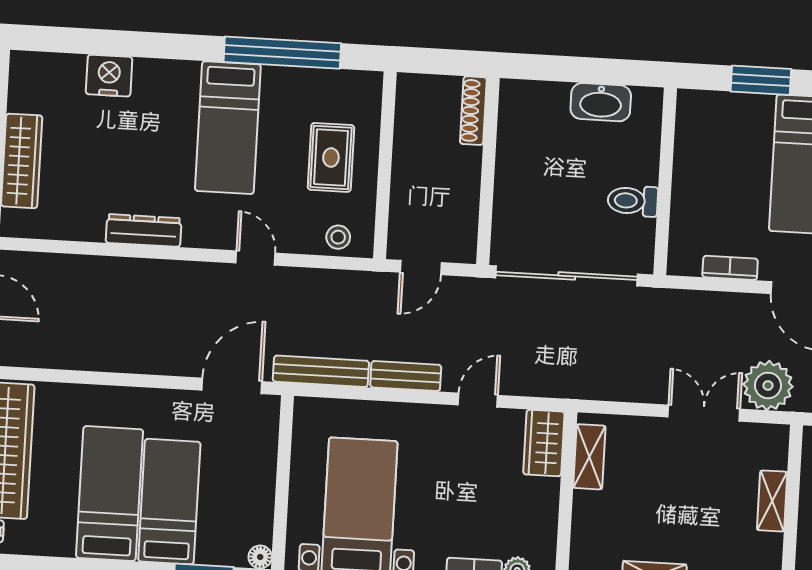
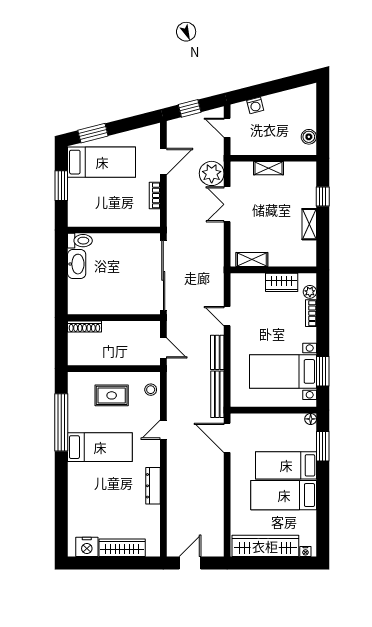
nightstand: (109, 76) -> (87, 547), moved, turned -90
toilet: (633, 201) -> (80, 241), moved, turned -90
wardrobe: (544, 443) -> (282, 282), moved

